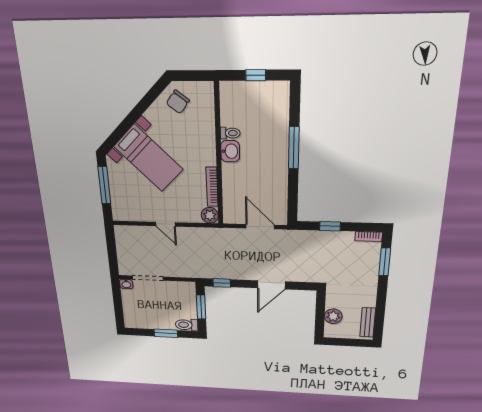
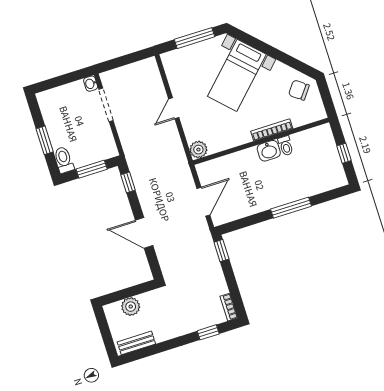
bookcase: (212, 187) -> (272, 130), moved
window: (330, 226) -> (221, 251), moved
window: (385, 262) -> (208, 332), width x0.67

